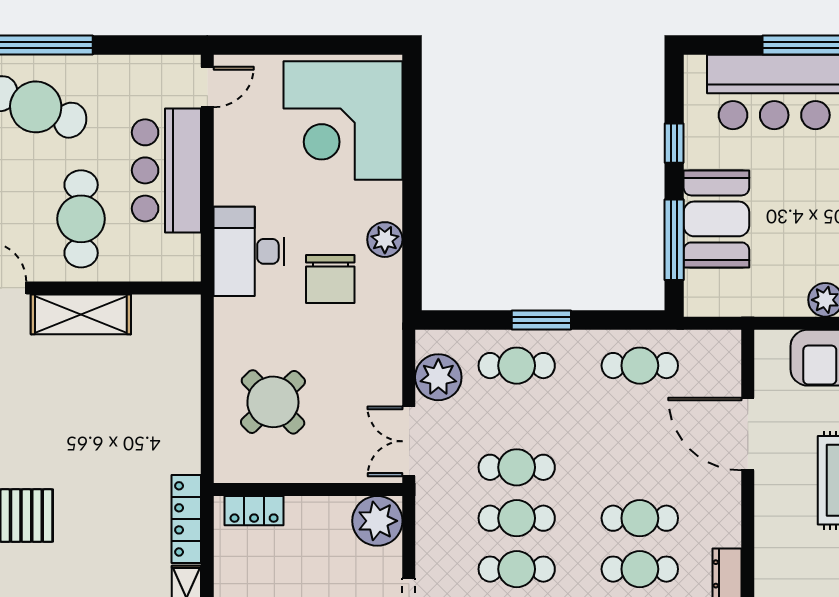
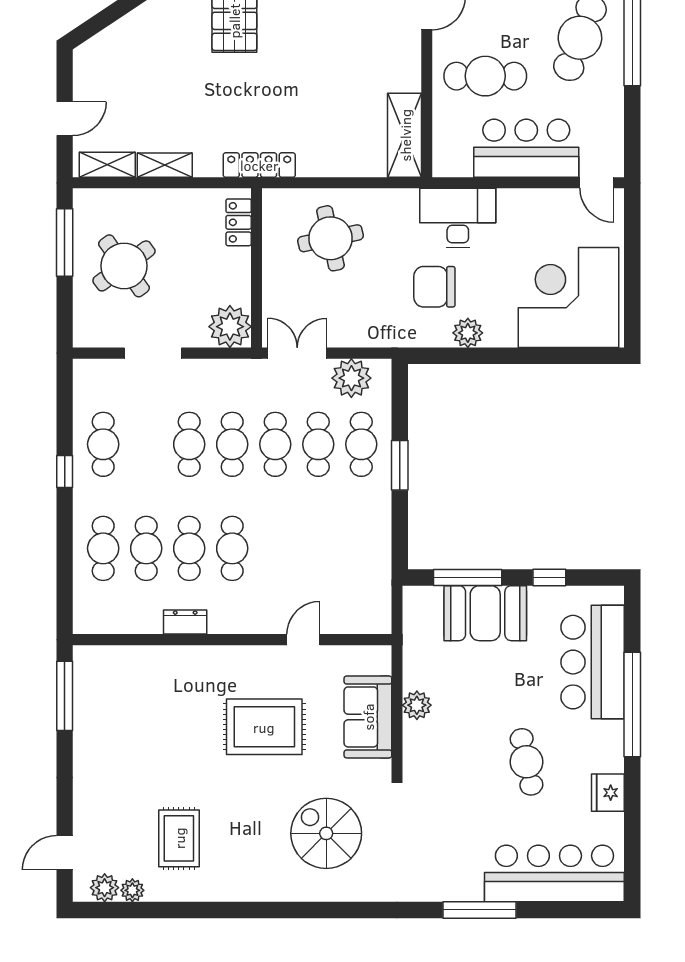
shelving: (81, 314) -> (405, 135), moved
cafe table: (640, 366) -> (318, 444), moved
round table: (273, 402) -> (331, 238), turned 32
door: (748, 434) -> (303, 640), width x0.53
locker: (186, 519) -> (259, 165), moved

